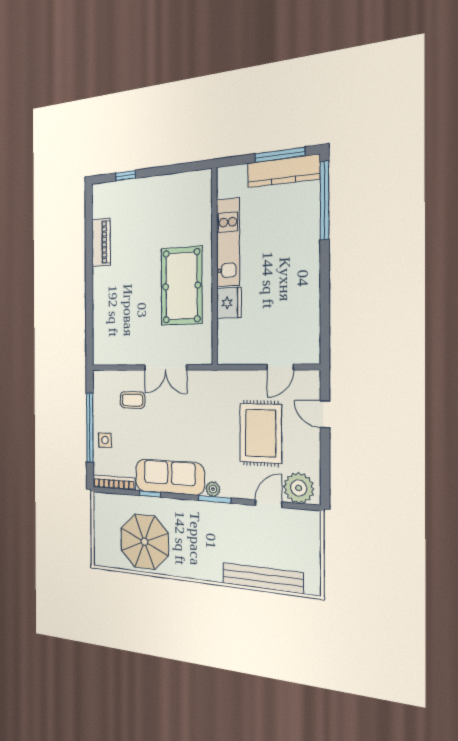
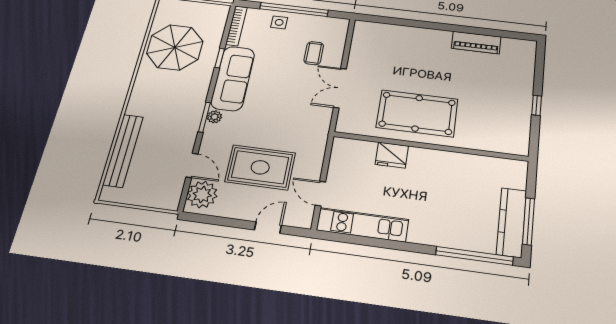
window: (126, 176) -> (537, 105), moved
kitchen unit: (228, 242) -> (362, 225), moved, turned 180

